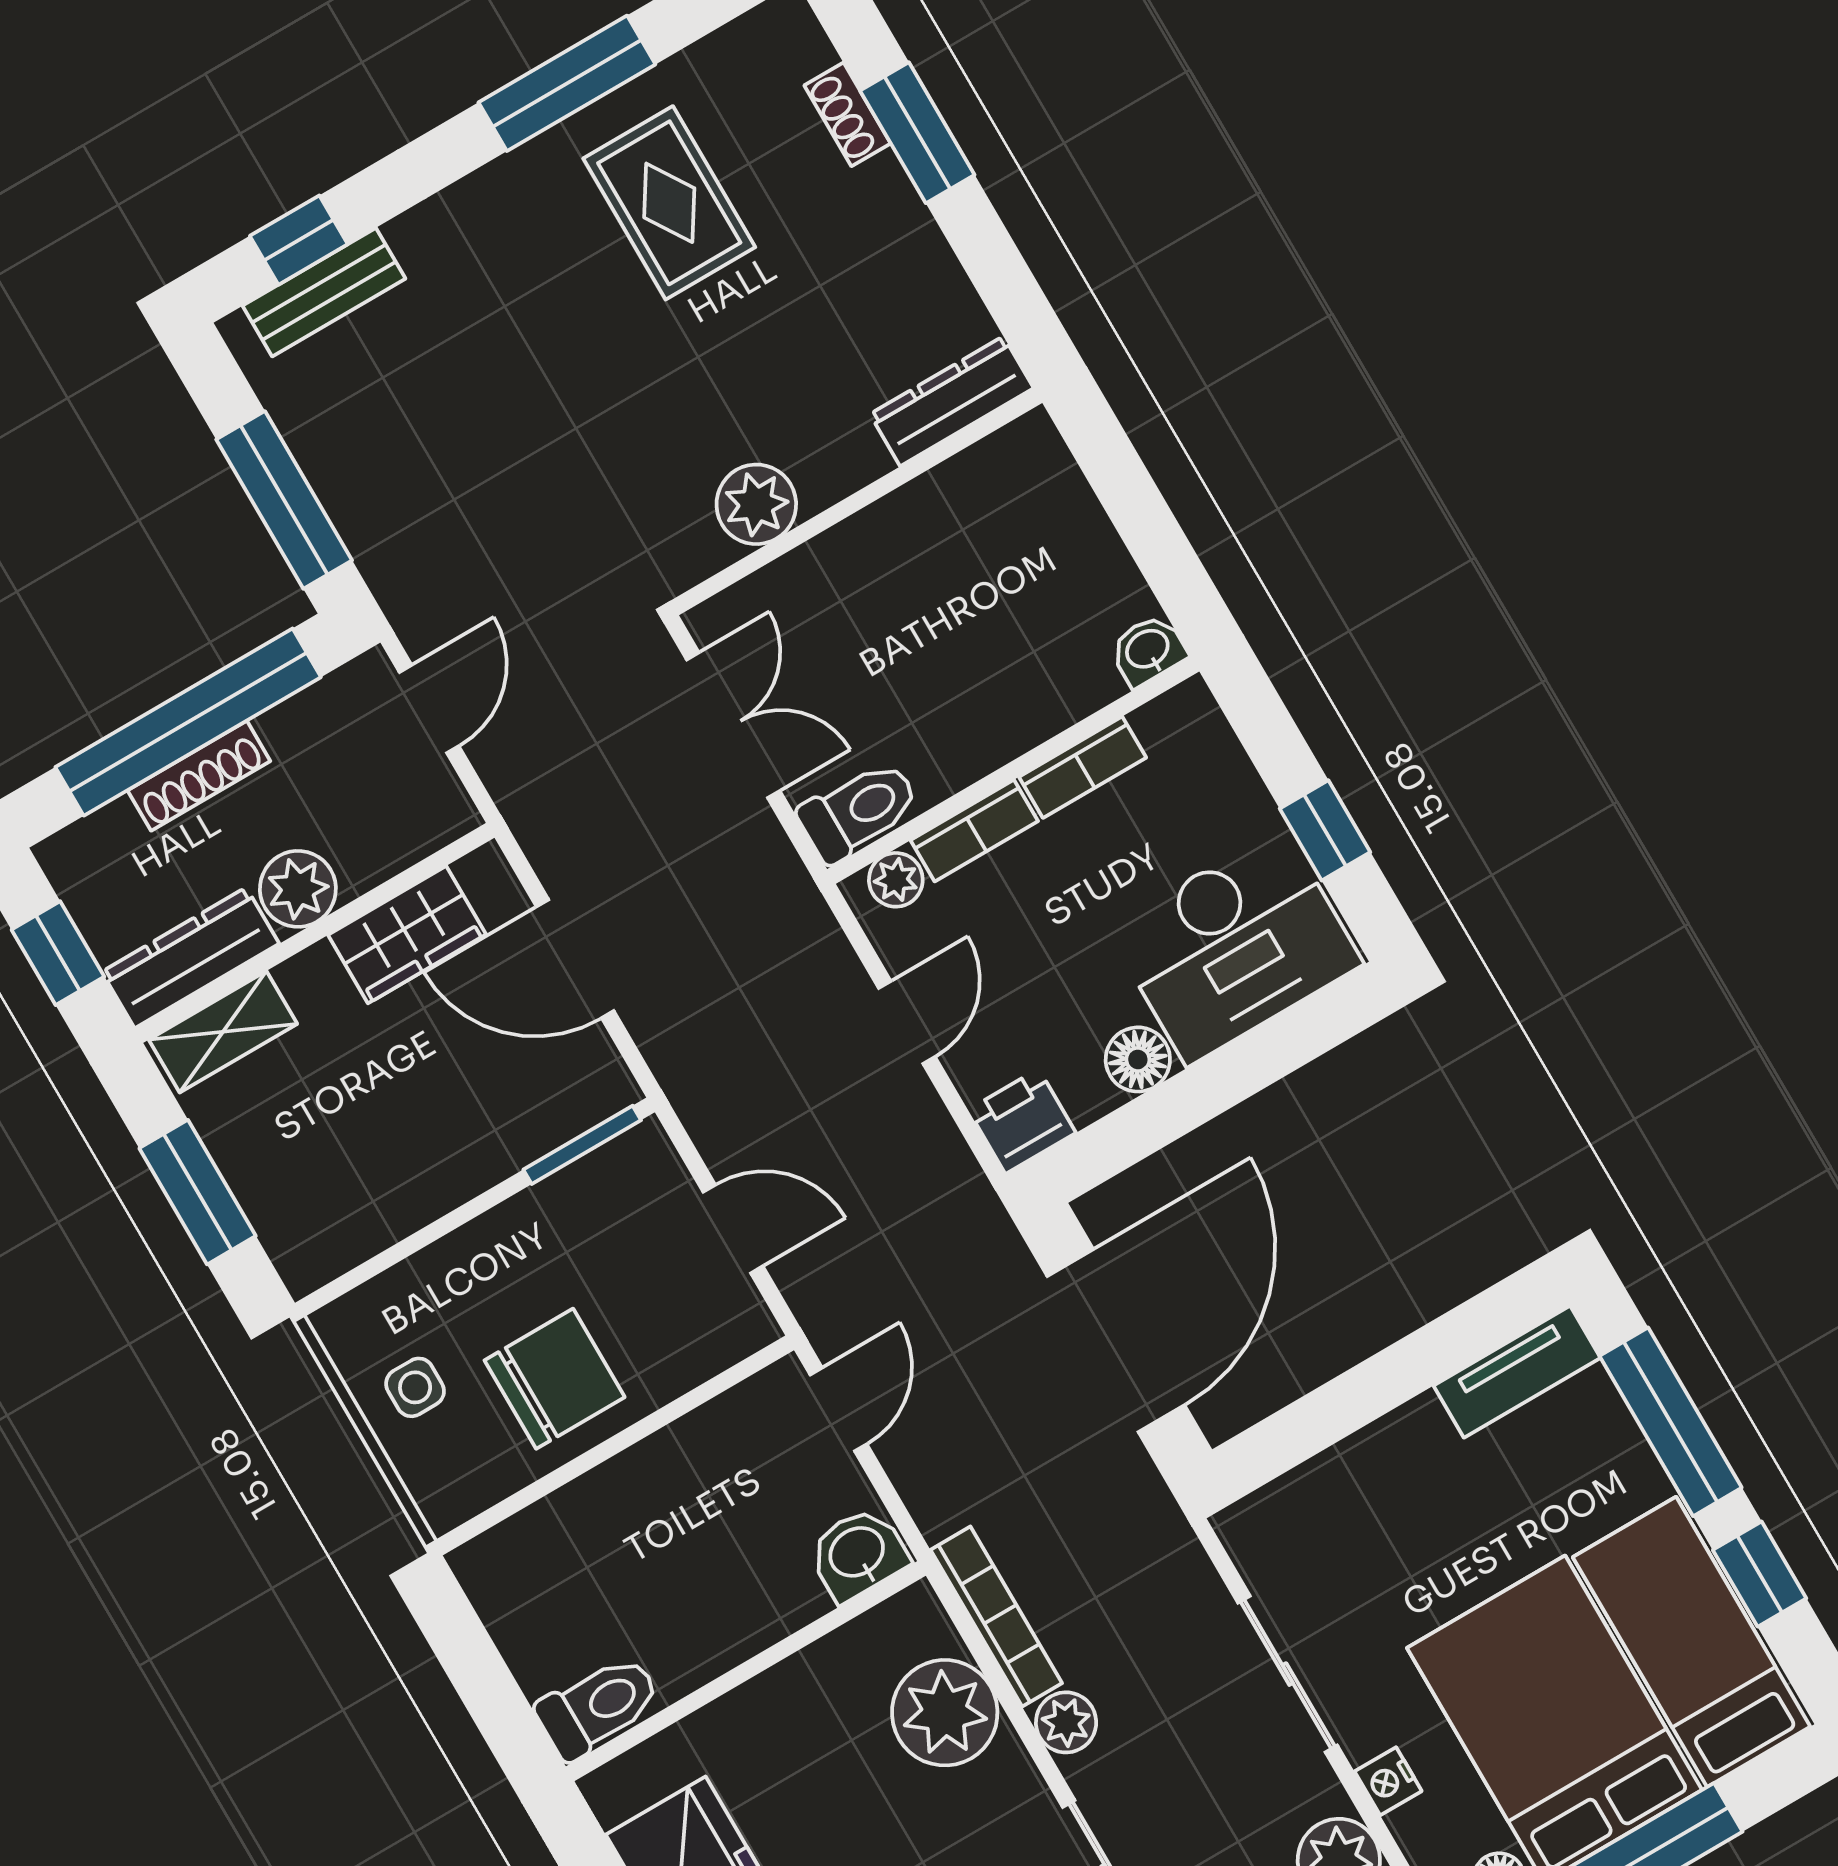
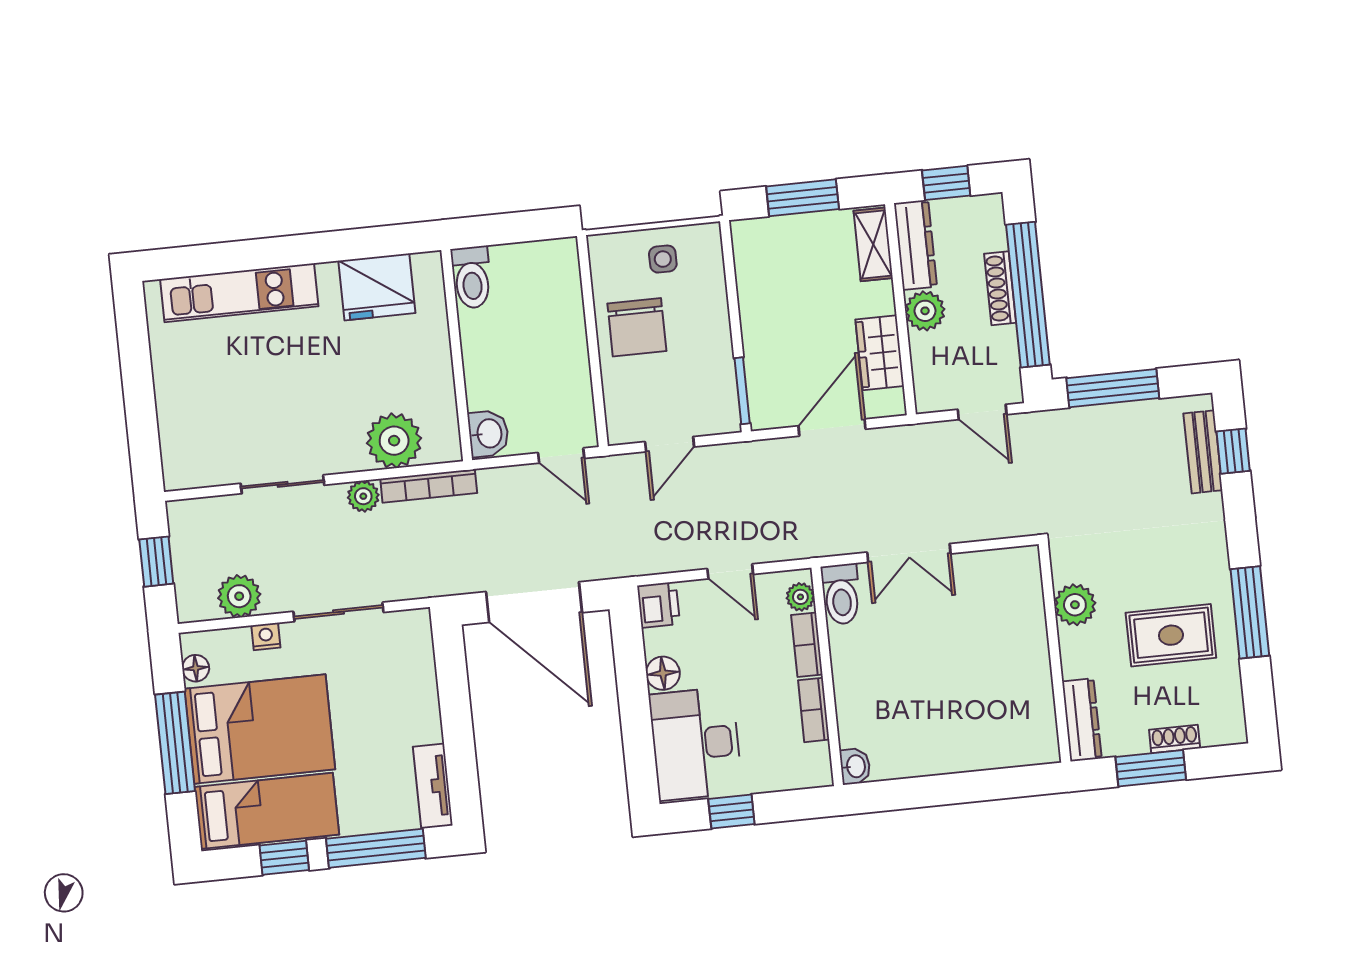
dresser: (952, 401) -> (1082, 720), moved
wall: (856, 502) -> (1055, 653), moved
plant: (756, 504) -> (1075, 605), moved

